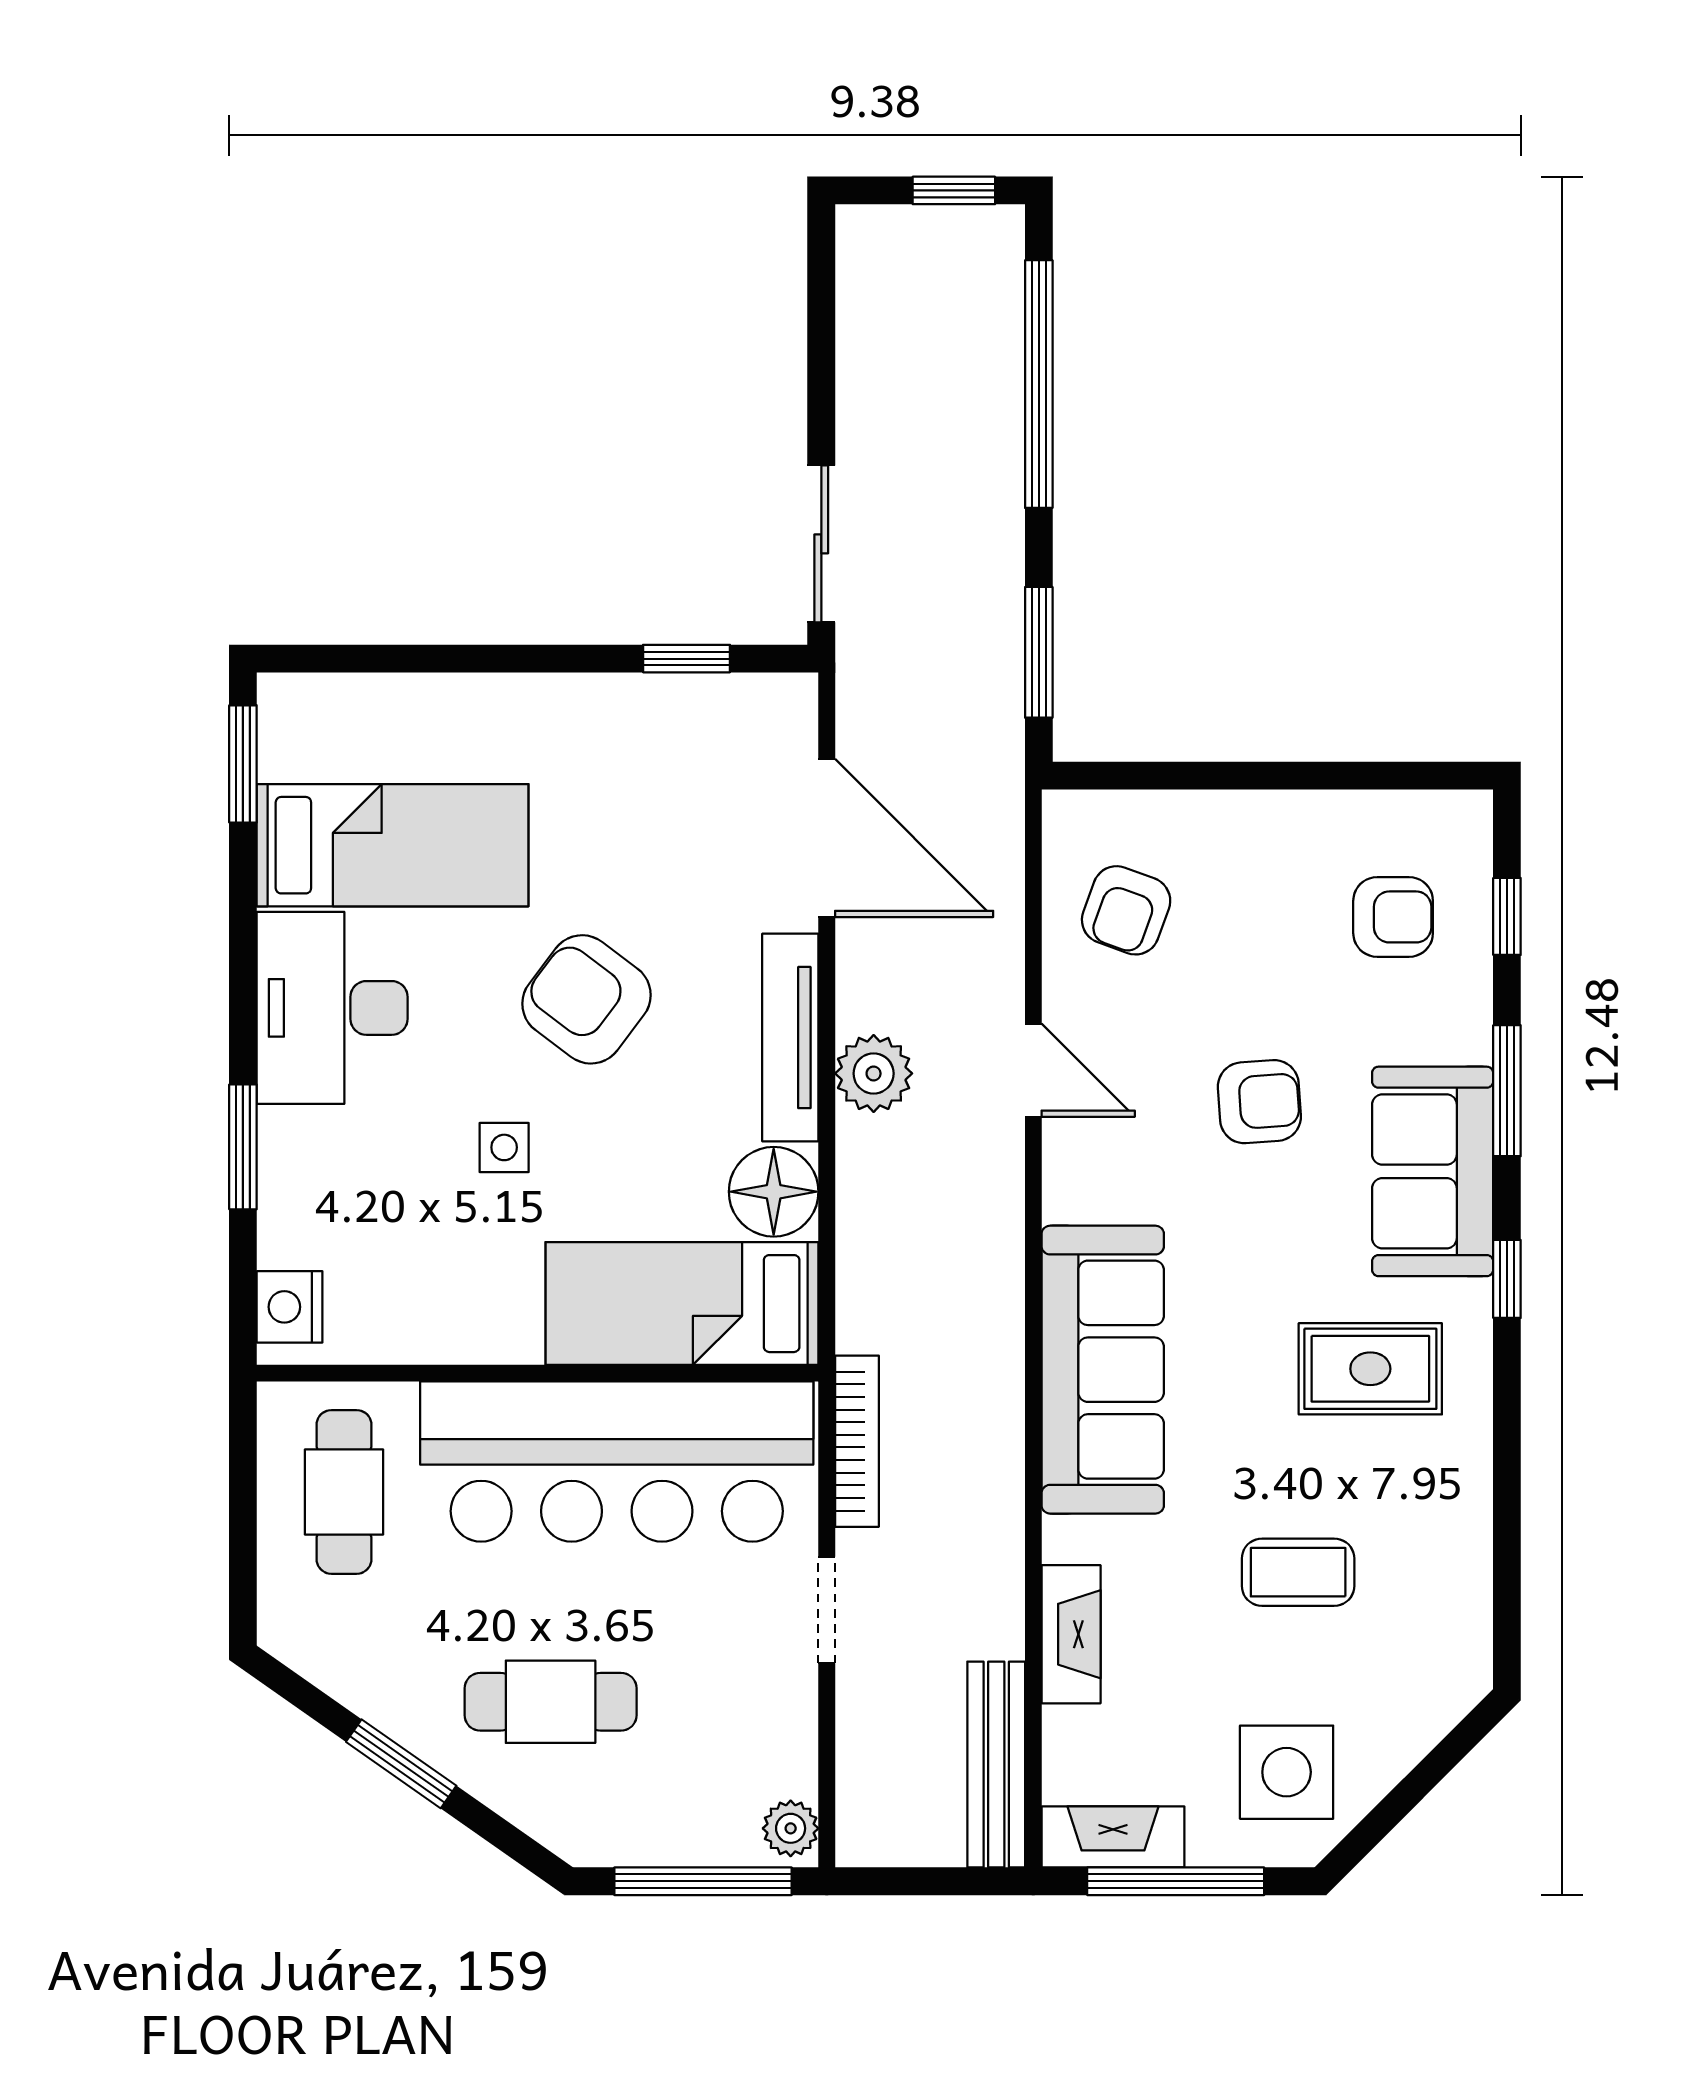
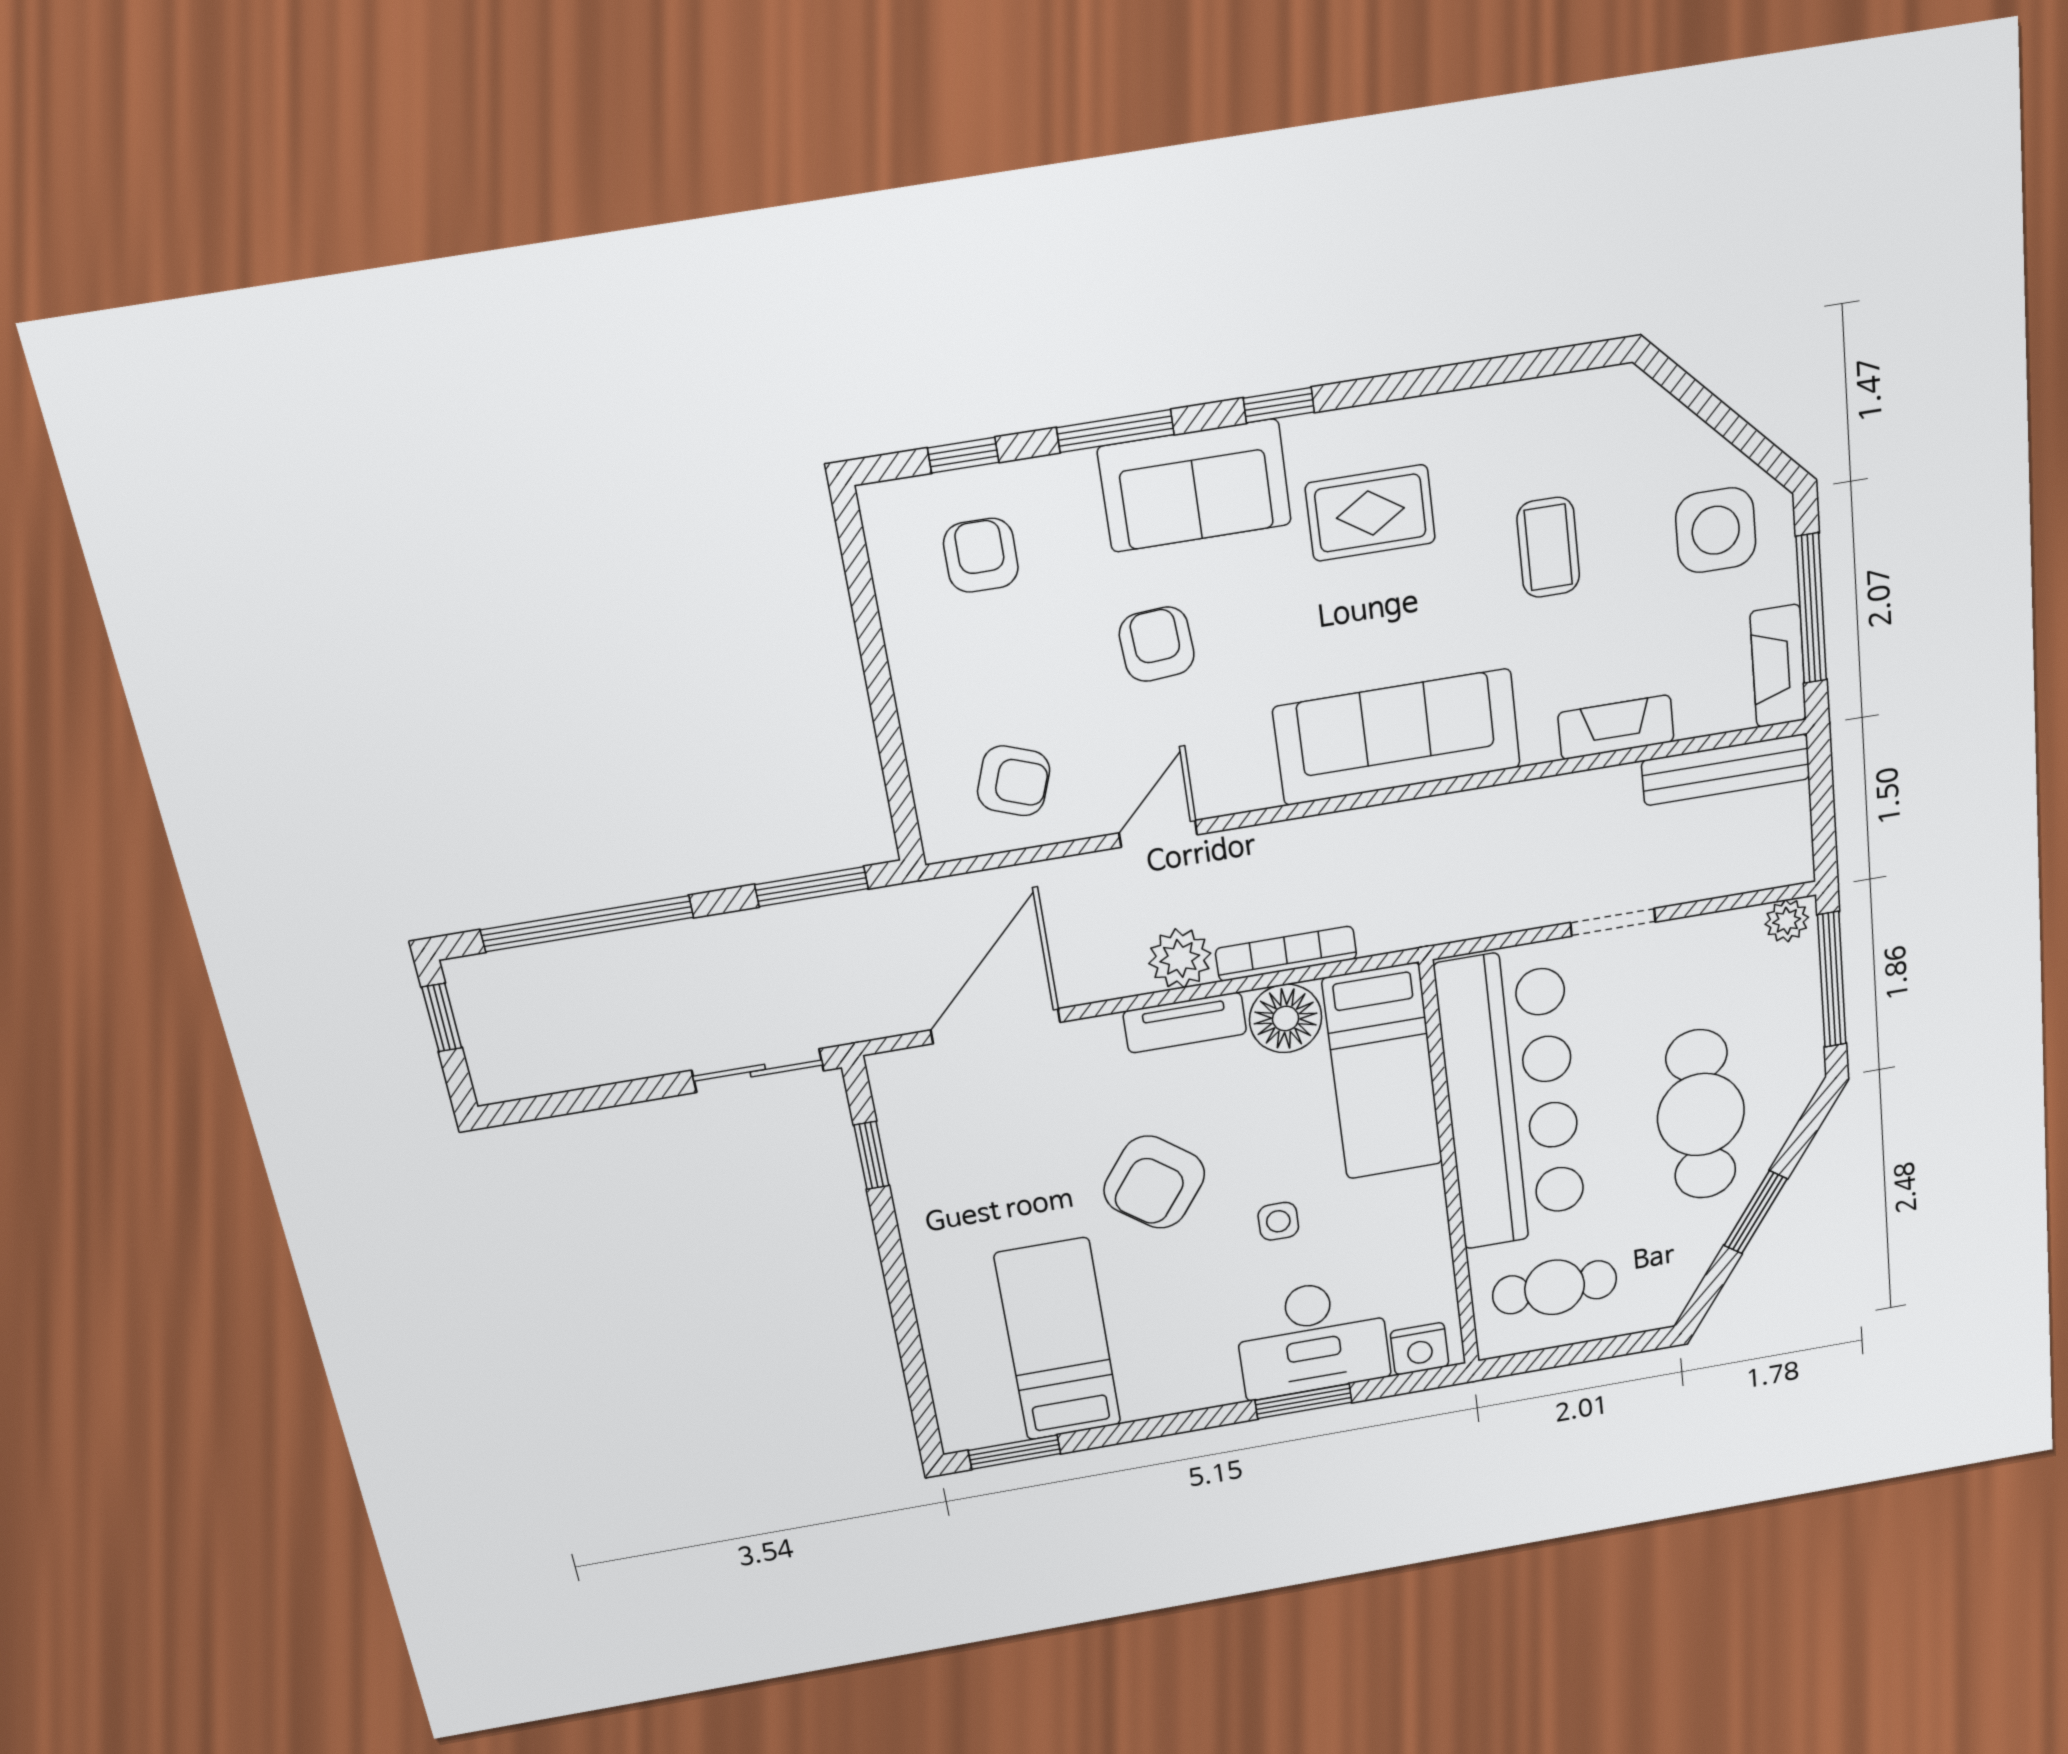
desk: (332, 1008) -> (1312, 1338), moved
tv unit: (790, 1038) -> (1185, 1023), width x0.71
rug: (1370, 1369) -> (1370, 513), turned 90
bookcase: (857, 1441) -> (1286, 954), moved
cafe table: (551, 1702) -> (1701, 1115), width x1.37, depth x1.35

